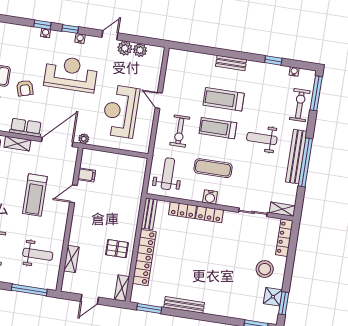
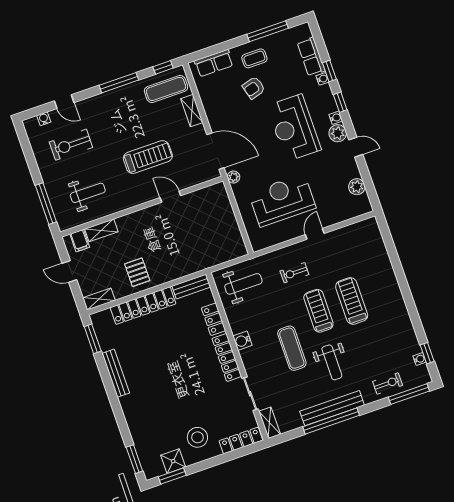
plant: (125, 48) -> (338, 133), moved
window: (273, 60) -> (427, 353), moved
bench: (231, 63) -> (394, 289), removed
reception desk: (71, 74) -> (294, 128), turned 180
exercise bike: (300, 105) -> (388, 383), width x0.73, depth x0.72
row of seats: (26, 128) -> (311, 57), moved, turned 180
exercise bike: (180, 131) -> (294, 273), width x0.73, depth x0.72
weight bench: (262, 139) -> (332, 362), turned 180
exercise mat: (213, 168) -> (292, 348), moved
filing cabinet: (87, 175) -> (80, 241), moved
treadmill: (35, 195) -> (148, 157), turned 180
locker: (210, 214) -> (227, 357), width x1.53
weight bench: (38, 254) -> (88, 193), turned -90

